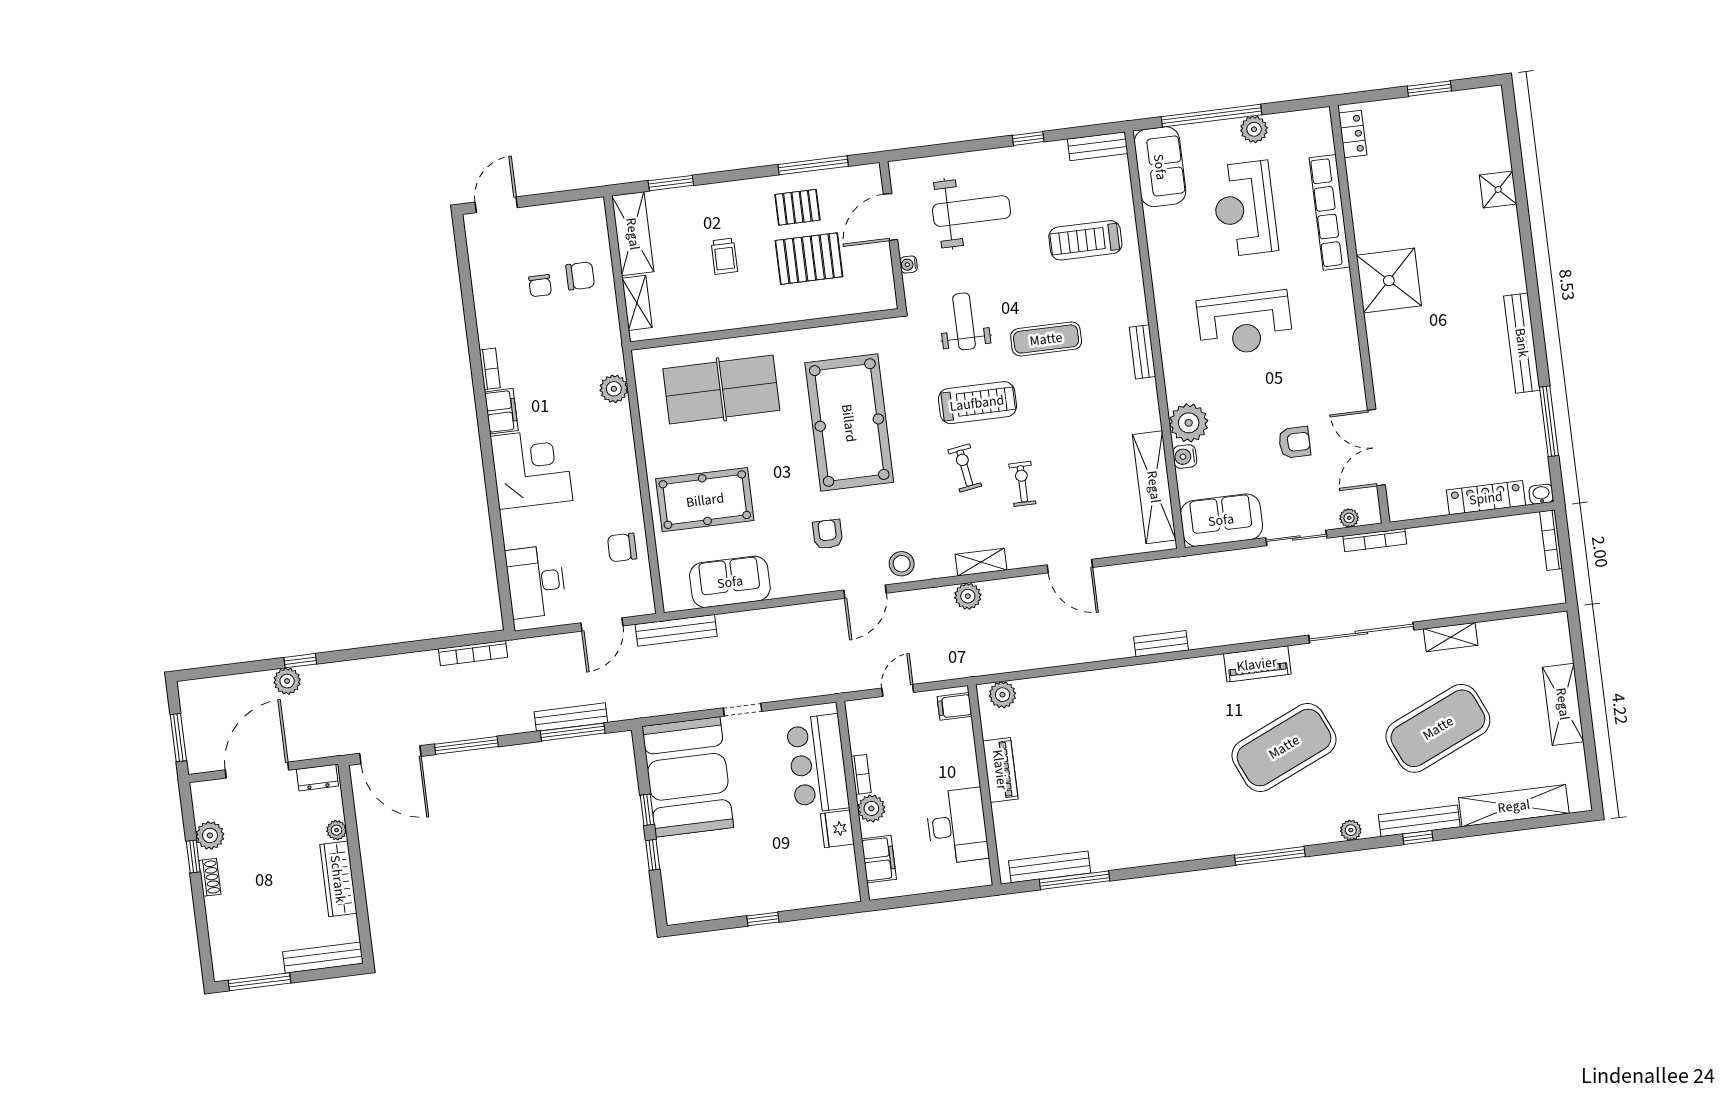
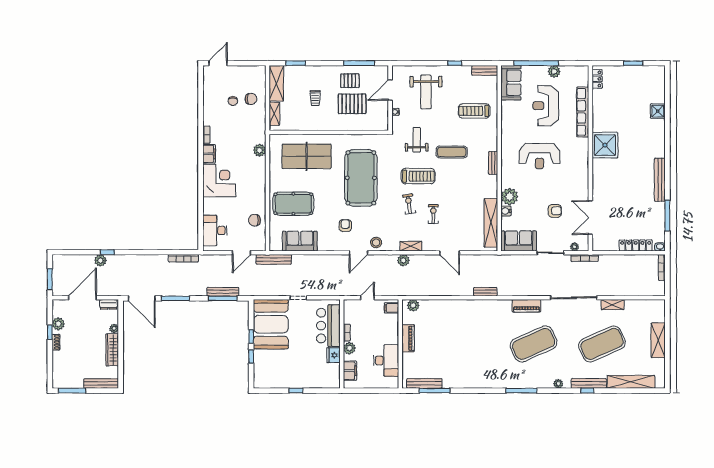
weight bench: (972, 211) -> (426, 92), turned 90

